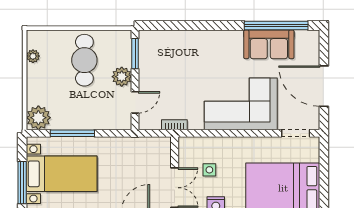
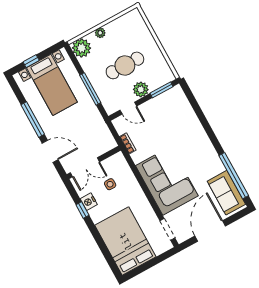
sofa: (269, 44) -> (226, 193), moved
plant: (33, 56) -> (100, 33), moved
cafe table: (84, 60) -> (125, 65), moved
window: (72, 133) -> (90, 89), moved
window: (22, 183) -> (31, 61), width x0.46

